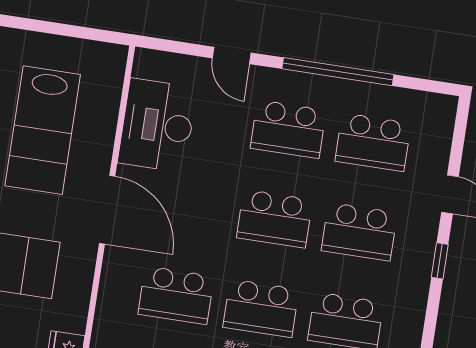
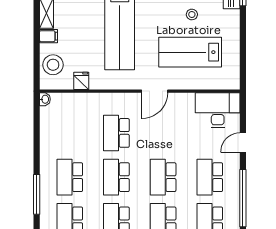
desk: (157, 125) -> (218, 110), moved
door: (107, 210) -> (155, 91), width x0.73

